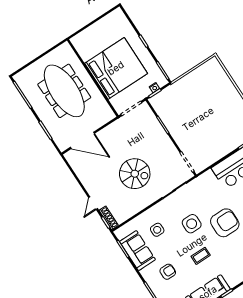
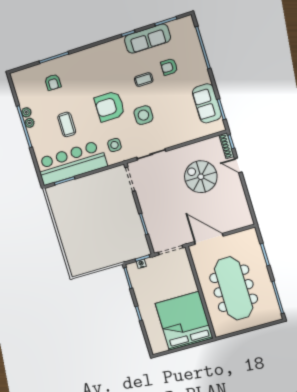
bed: (116, 68) -> (184, 321), moved, turned 90
door: (82, 140) -> (209, 239), moved
spiral stairs: (135, 174) -> (201, 177), moved
door: (93, 203) -> (238, 165), swing flipped
side table: (157, 230) -> (114, 145), moved
armchair: (168, 272) -> (169, 67), moved

